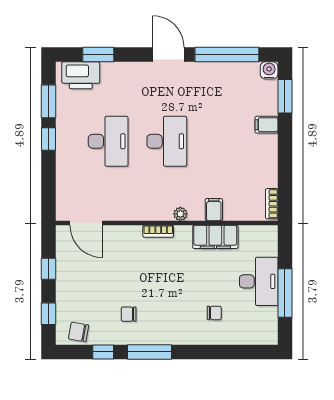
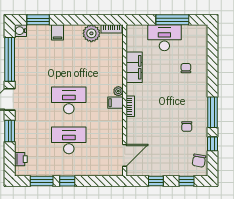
window: (98, 55) -> (10, 131), moved
printer: (81, 75) -> (21, 159), width x0.53, depth x0.68
plant: (265, 174) -> (91, 33), added
filing cabinet: (214, 210) -> (115, 103), moved

